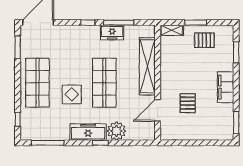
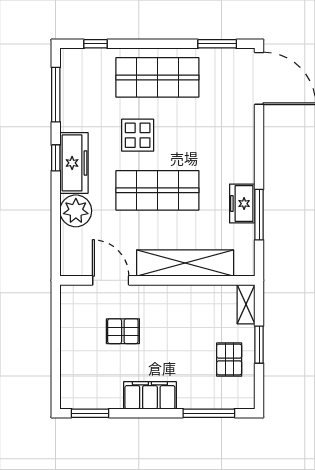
window: (88, 23) -> (259, 162), removed
window: (236, 52) -> (209, 413), width x1.44
window: (100, 143) -> (56, 158), moved

